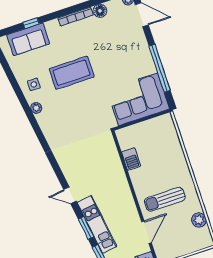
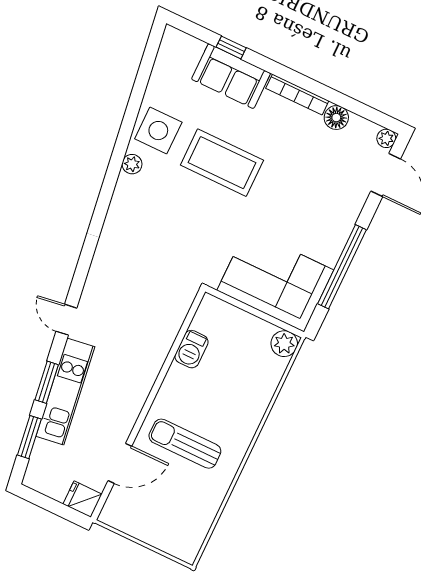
sofa: (28, 39) -> (231, 76), moved
side table: (34, 84) -> (158, 131), width x1.87, depth x1.87
plant: (199, 220) -> (284, 344), moved

